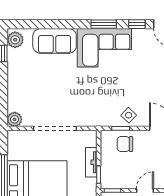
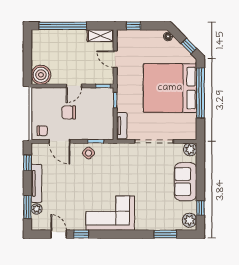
window: (104, 24) -> (165, 234), moved
sofa: (55, 41) -> (186, 182), moved, turned -90
chair: (125, 144) -> (69, 112), moved, turned 180
tv unit: (91, 162) -> (122, 126), moved

